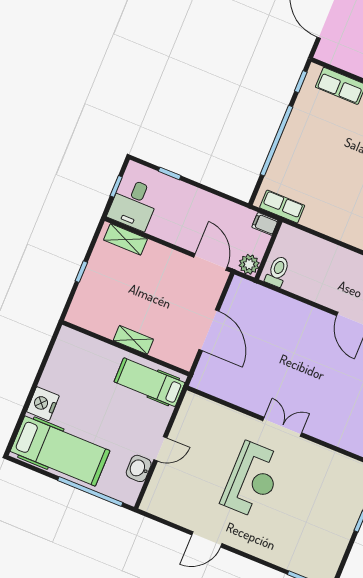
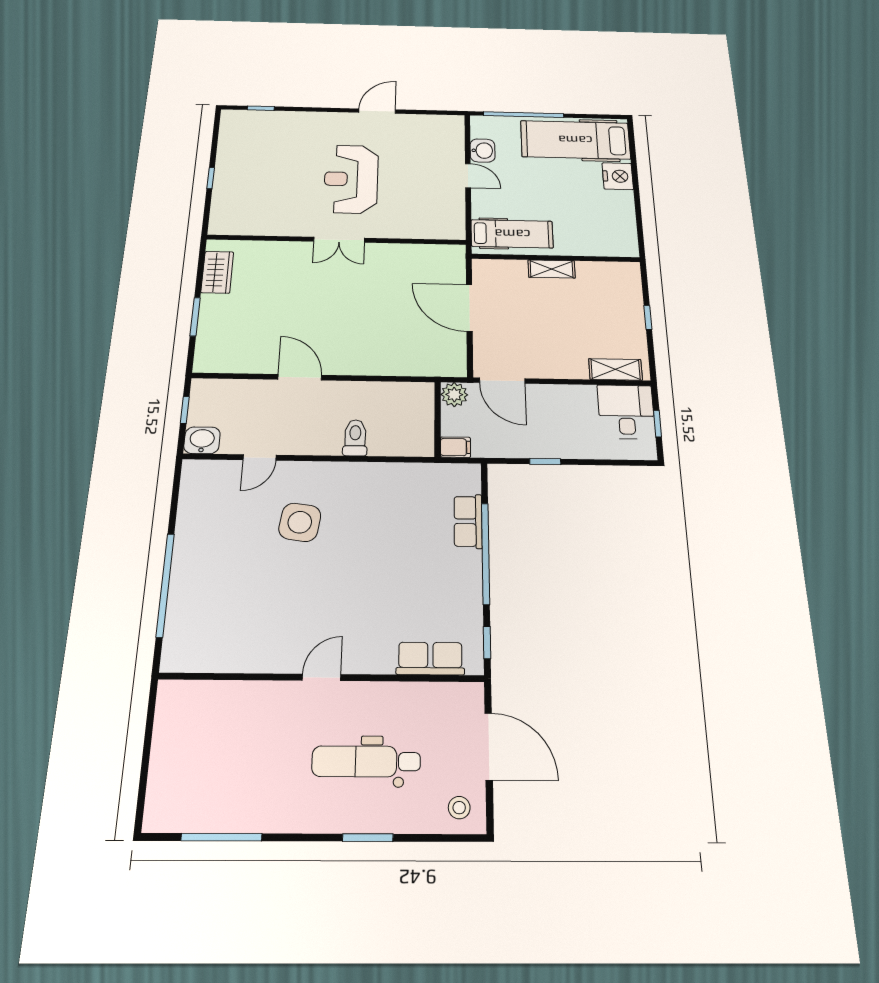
window: (170, 173) -> (545, 462), moved
row of seats: (282, 207) -> (468, 521), moved, turned 90
toilet: (278, 271) -> (355, 438), moved, turned 180
door: (160, 449) -> (468, 176), swing flipped

